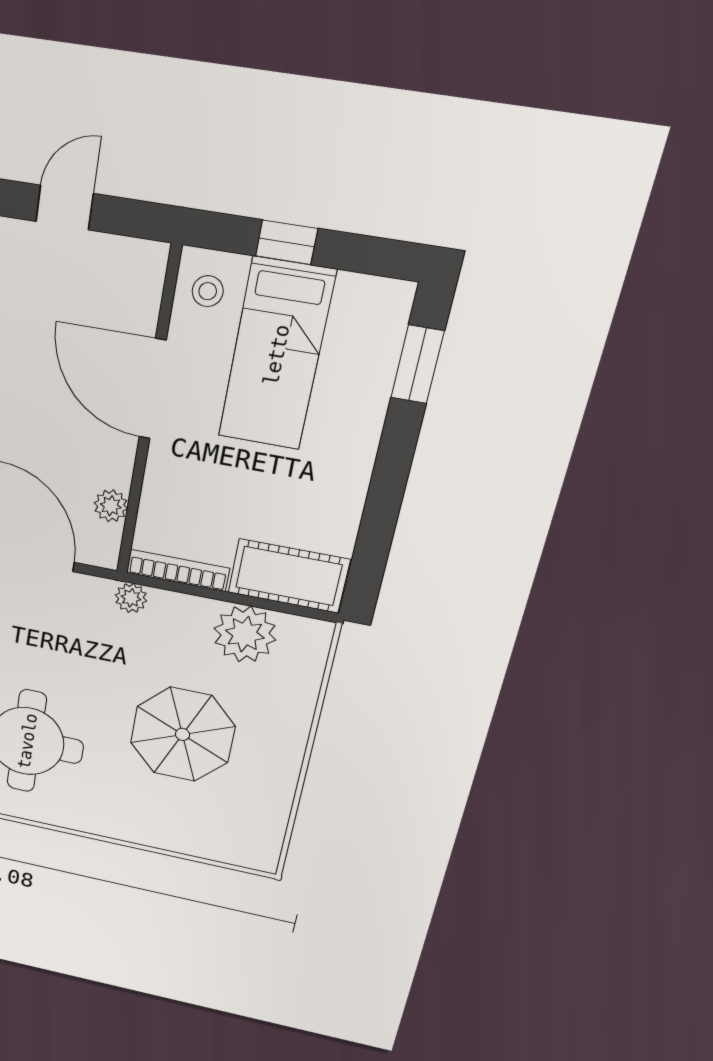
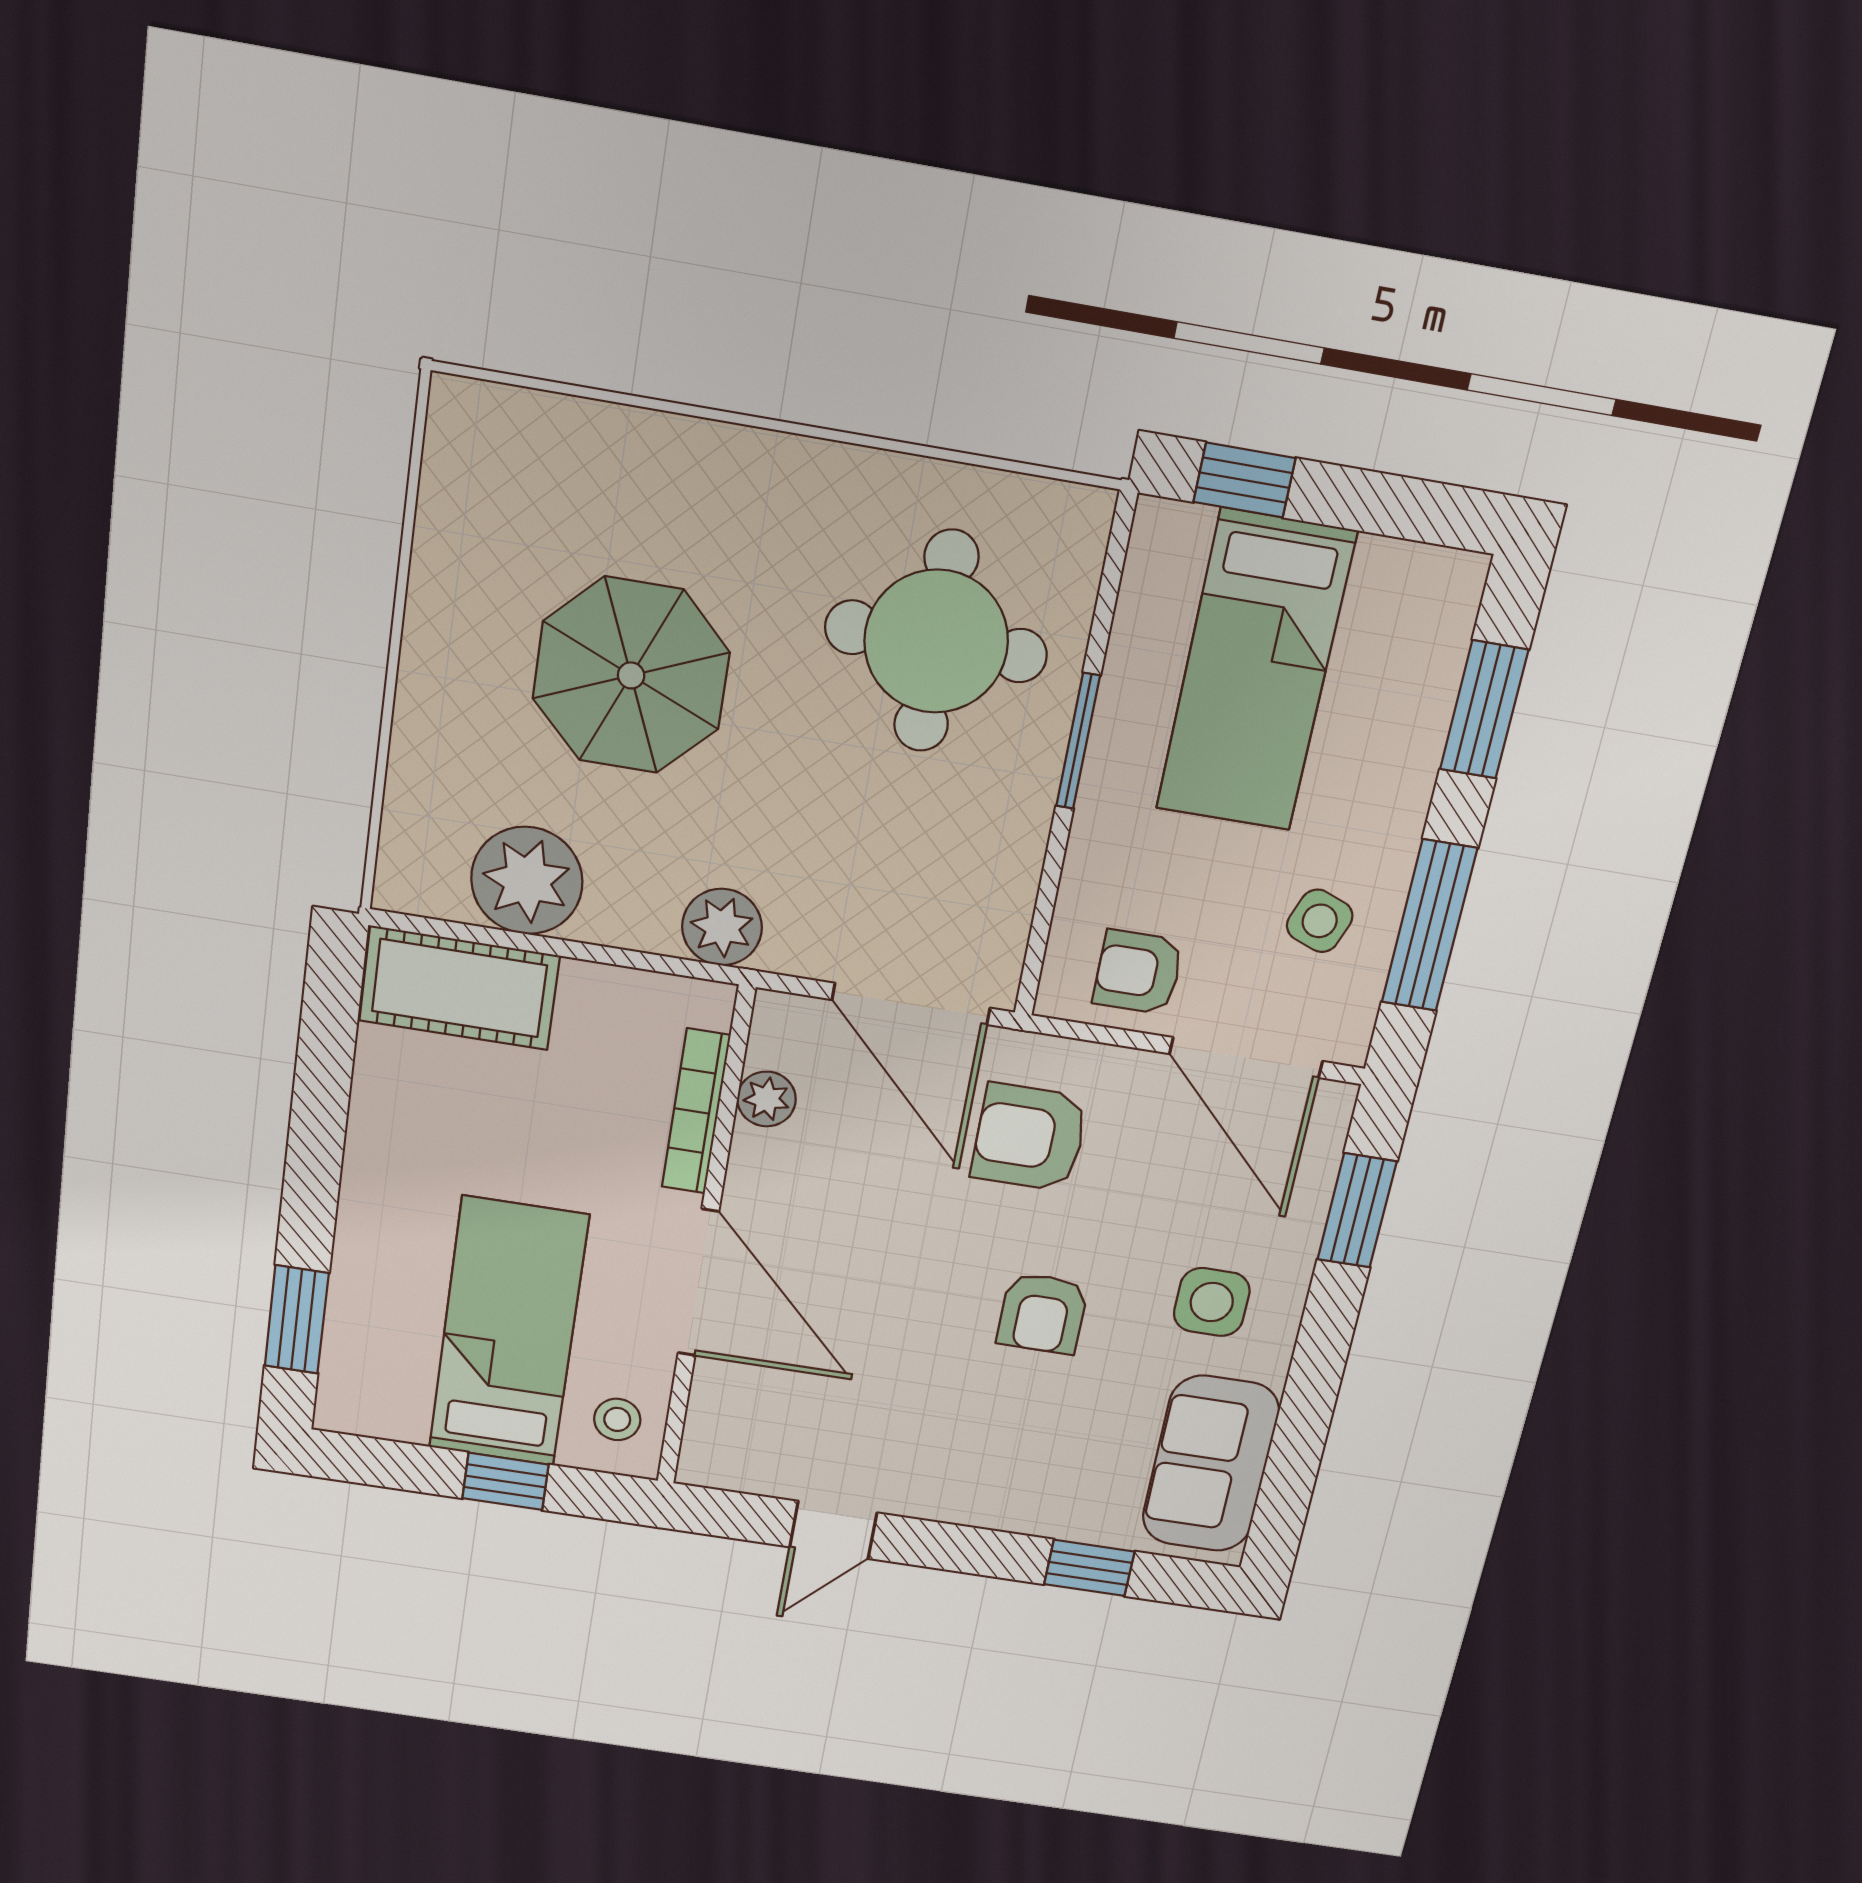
bookcase: (178, 570) -> (696, 1111), moved, turned 90
plant: (131, 598) -> (722, 927), width x1.38, depth x1.38

